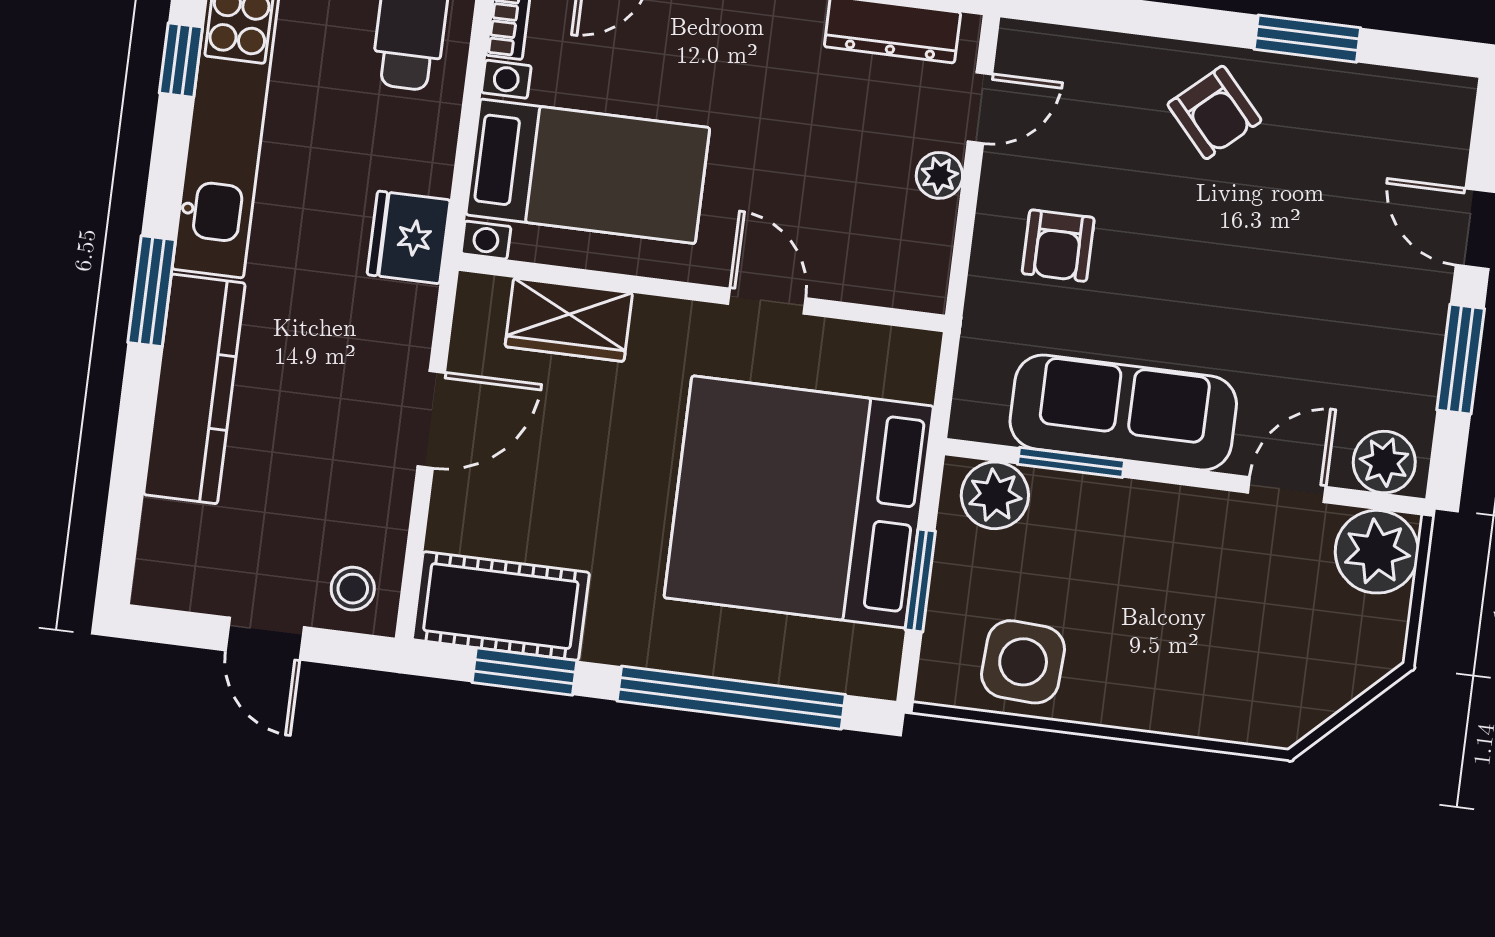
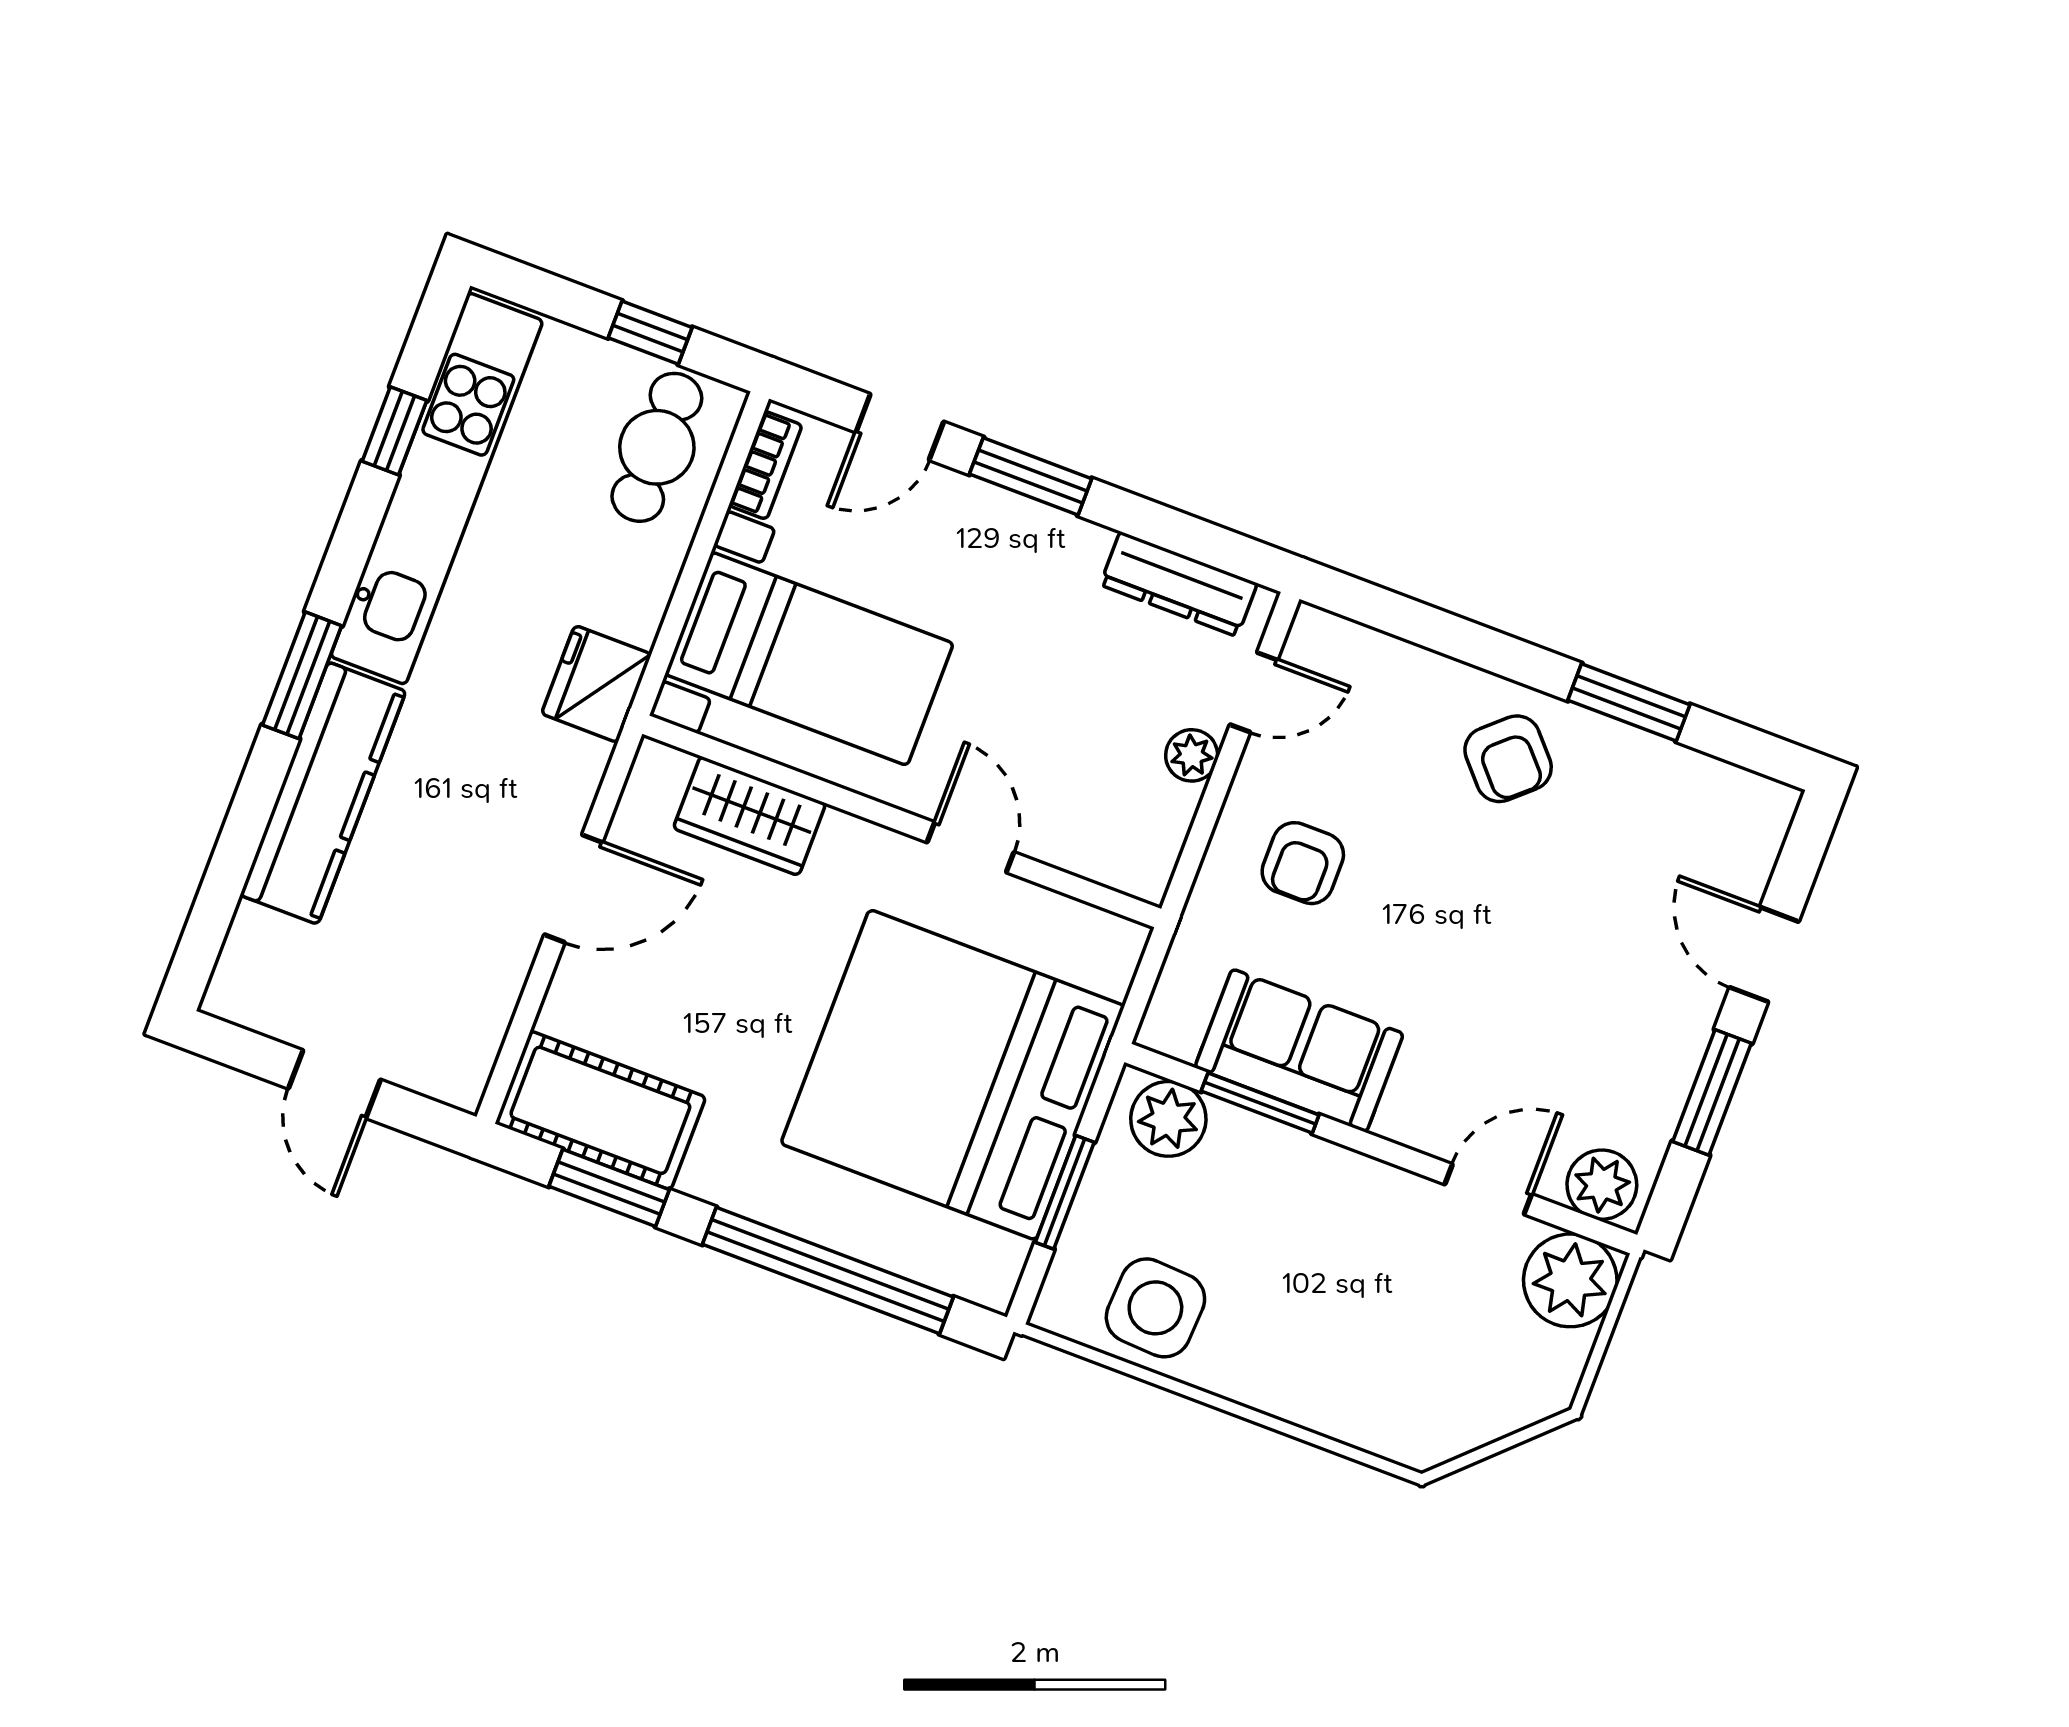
sofa: (1123, 413) -> (1299, 1051), width x0.73
stool: (353, 589) -> (443, 1052), removed

